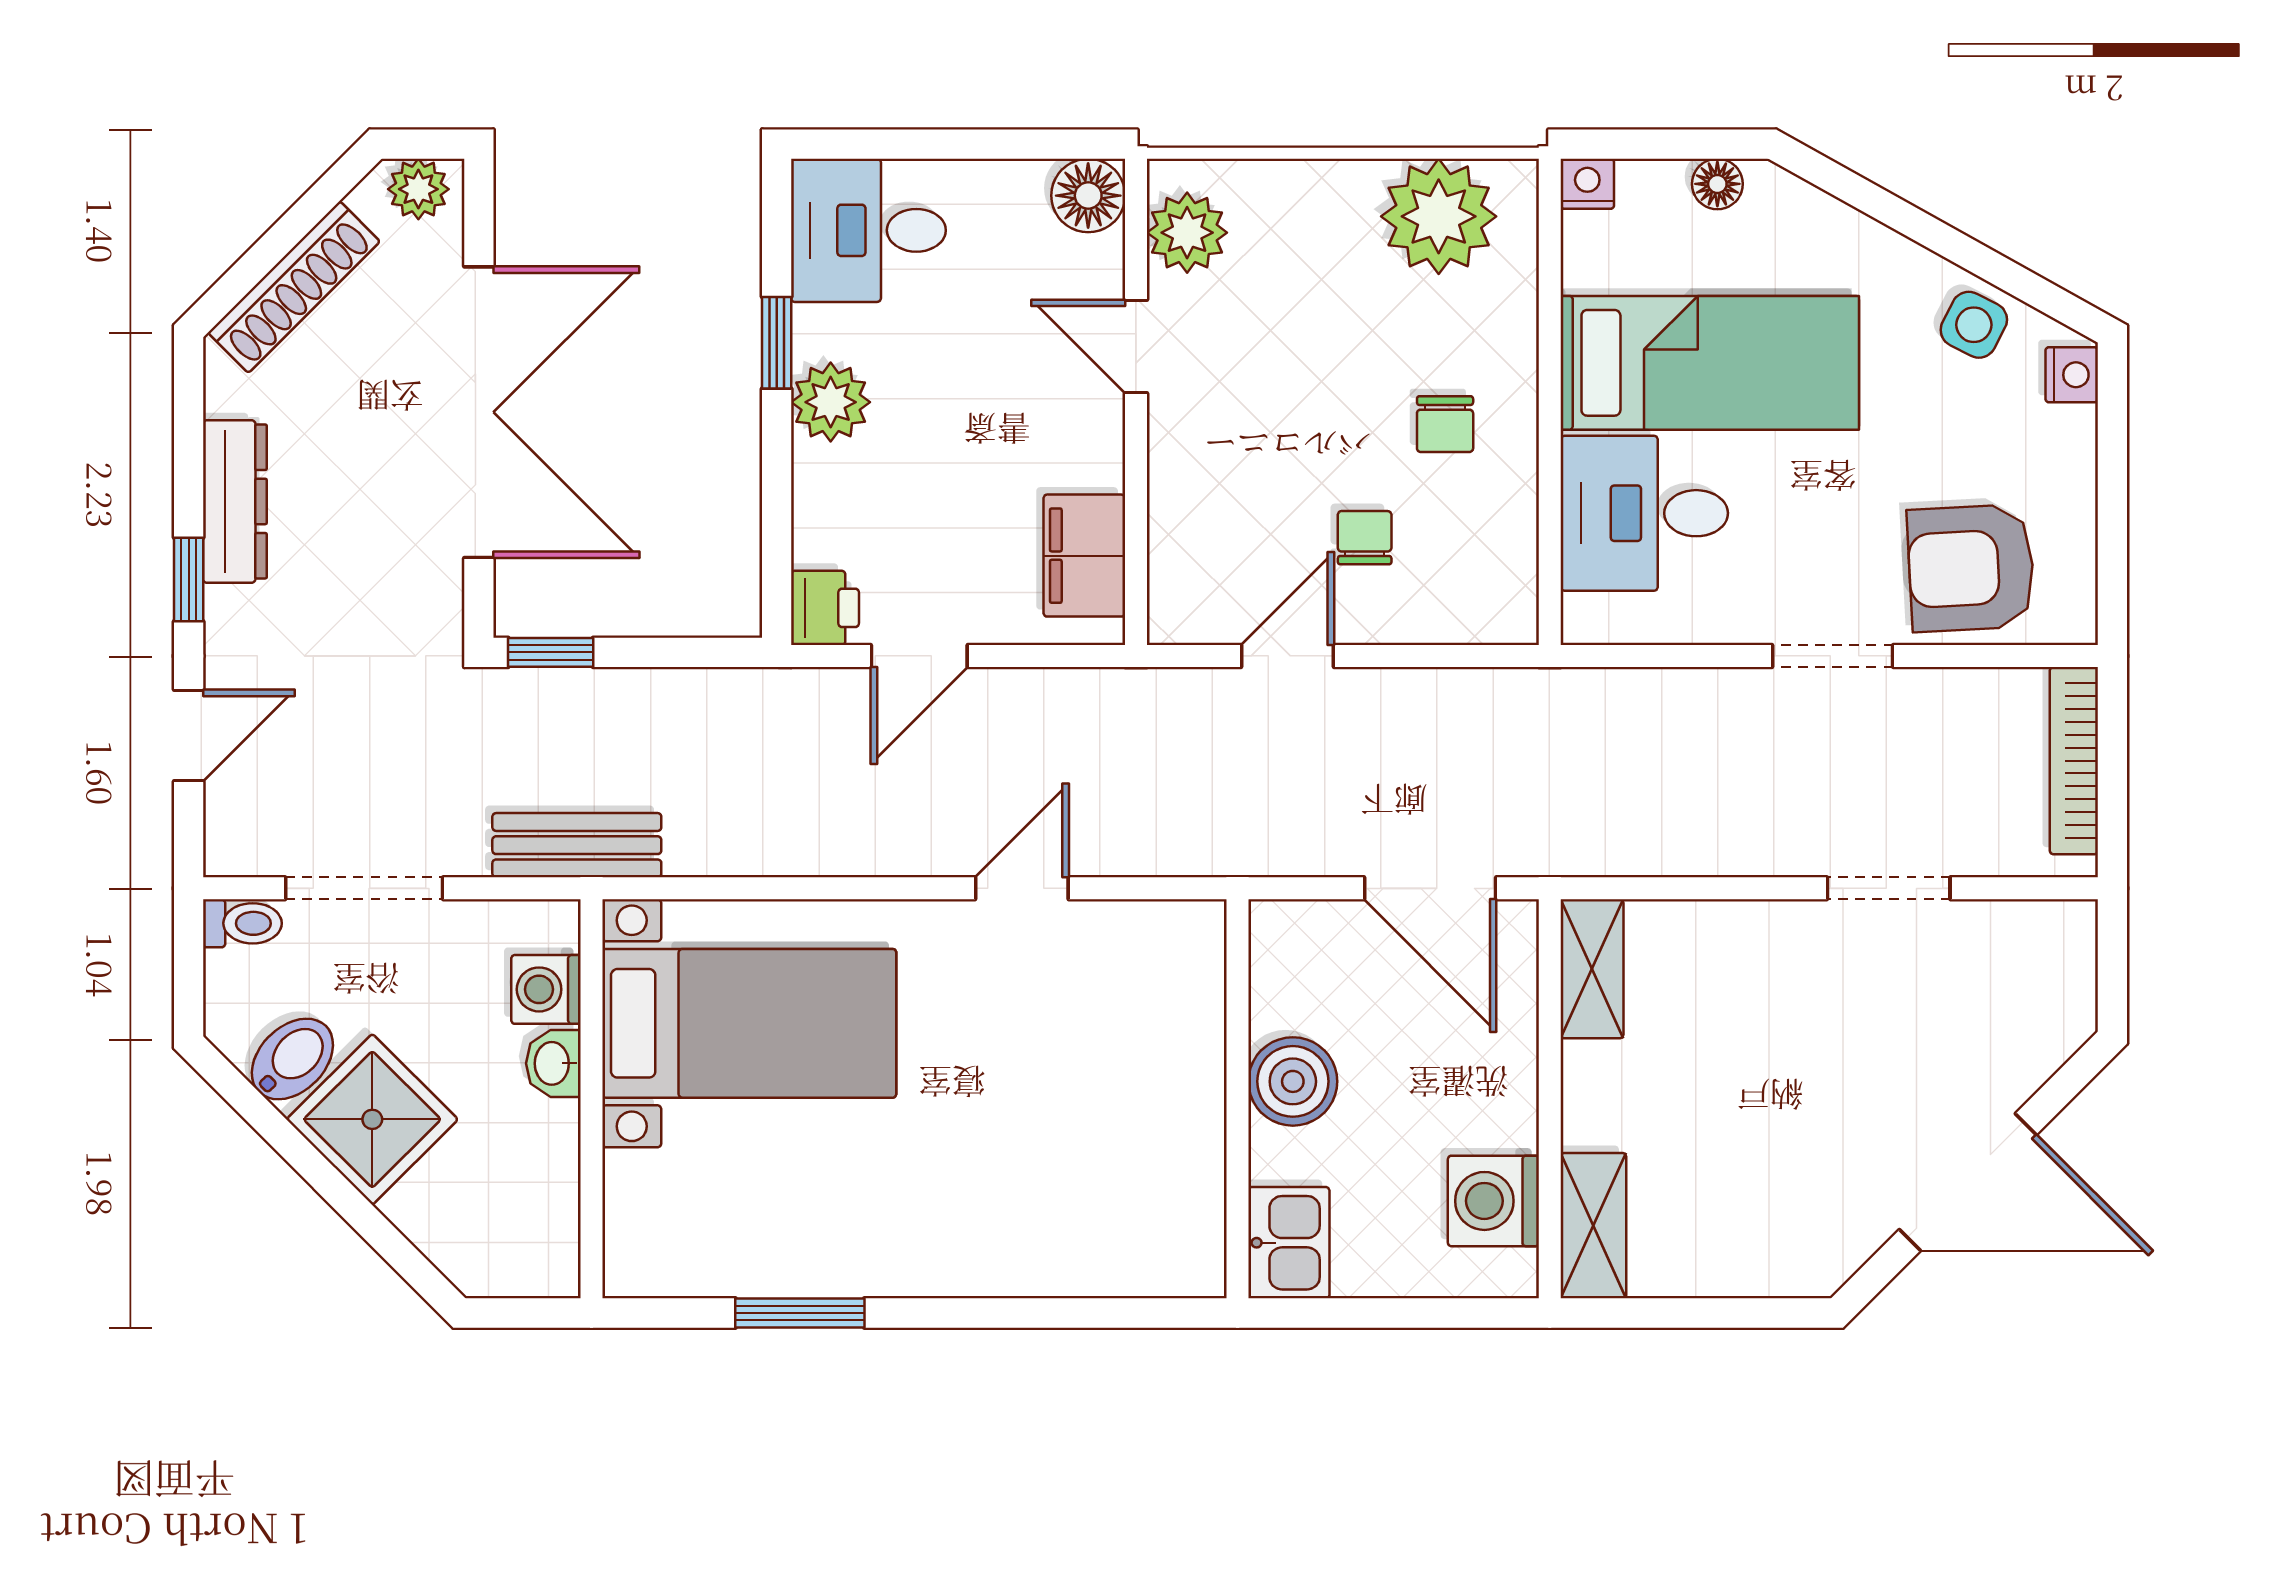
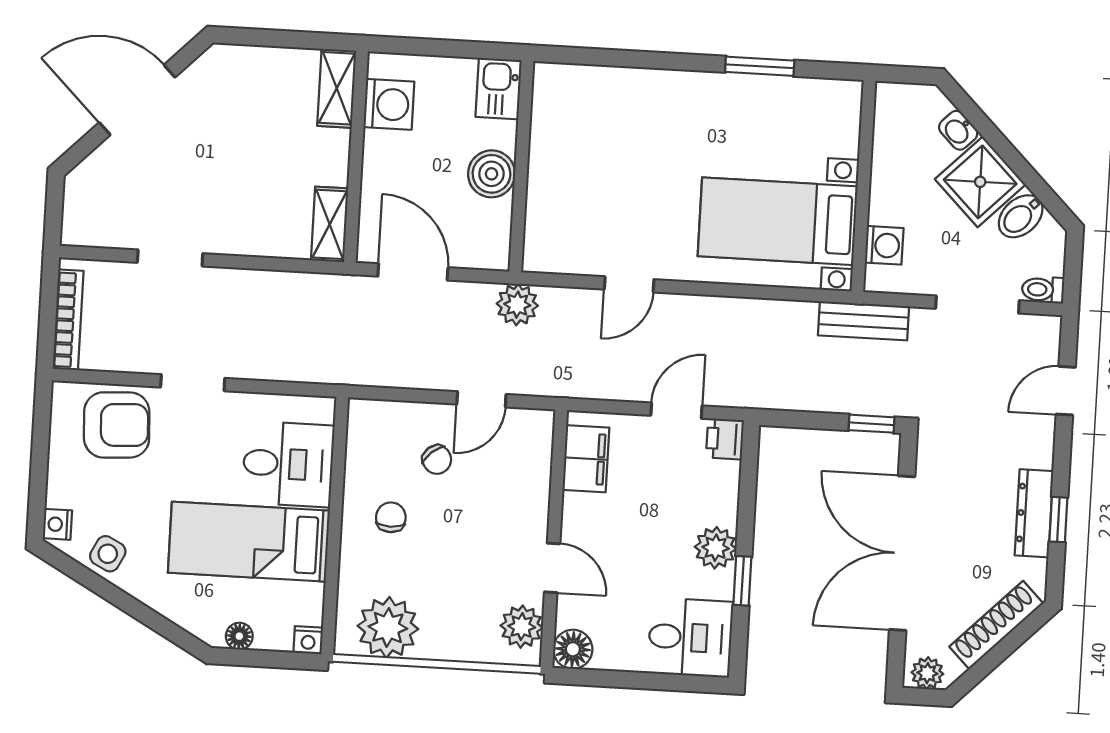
chair: (1365, 538) -> (437, 460), turned -40
window: (189, 579) -> (1058, 520), moved
plant: (1230, 838) -> (517, 305), added
washbasin: (553, 1063) -> (958, 130), moved, turned 135

